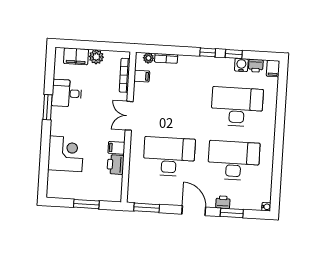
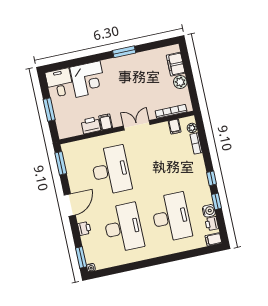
desk: (67, 93) -> (59, 83), moved
window: (232, 213) -> (81, 257), moved

